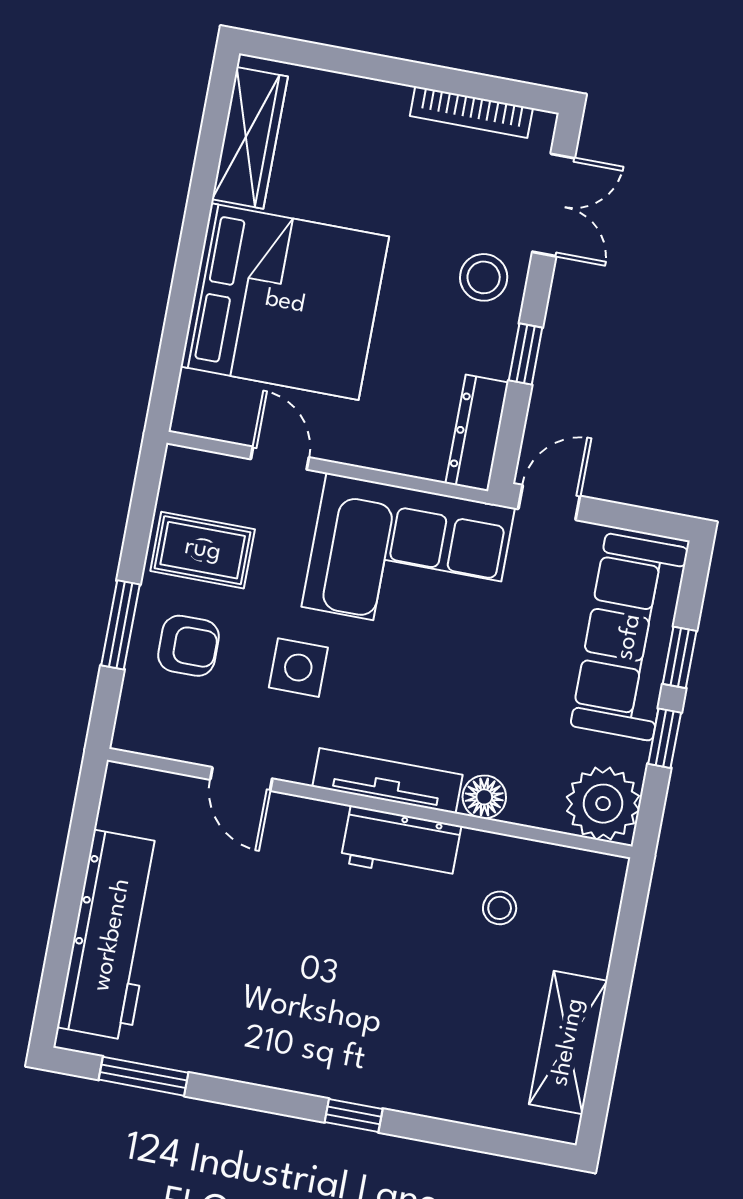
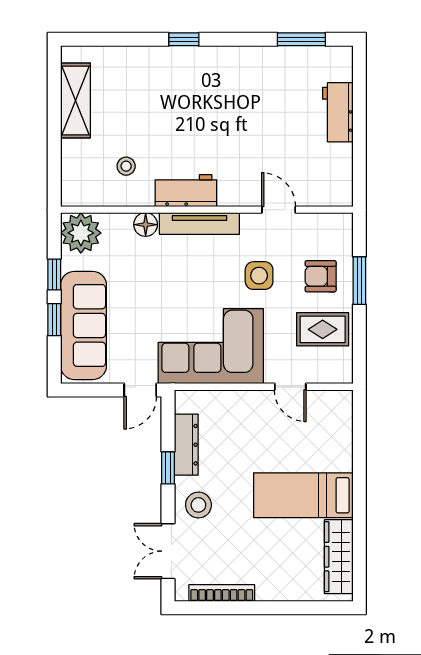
bed: (285, 302) -> (303, 495), width x0.49
dresser: (477, 433) -> (186, 445), moved
workbench: (112, 935) -> (338, 112), width x0.53, depth x0.76

